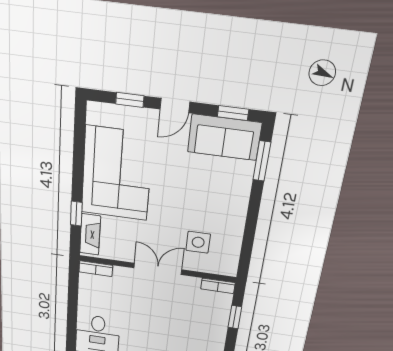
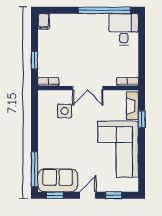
window: (262, 161) -> (34, 169), width x1.44

